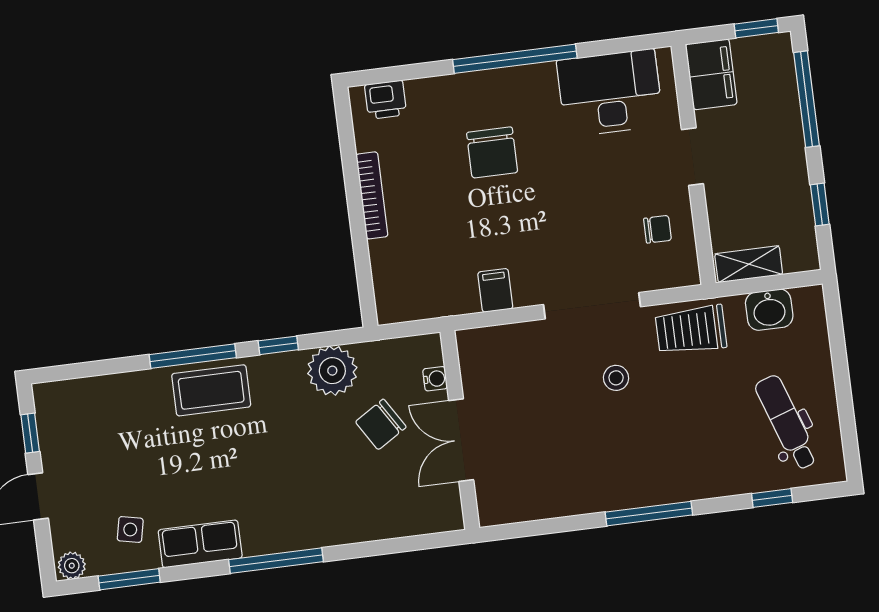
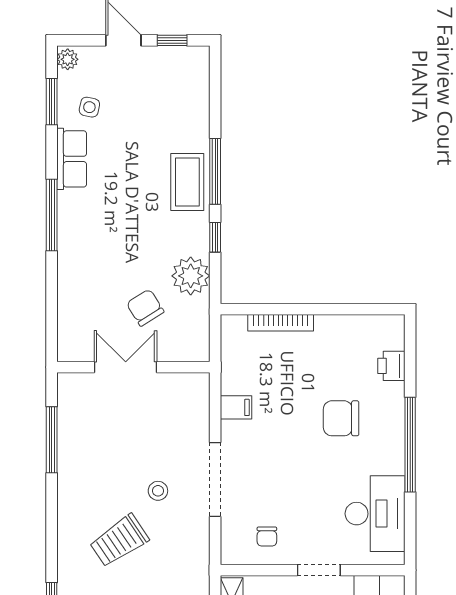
printer: (386, 100) -> (391, 366), moved
bookcase: (372, 195) -> (281, 323), moved
trolley: (691, 330) -> (119, 541), moved, turned -124
water cooler: (435, 379) -> (175, 353), removed
window: (649, 514) -> (52, 440), moved

